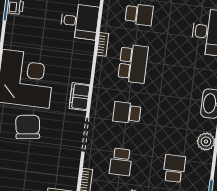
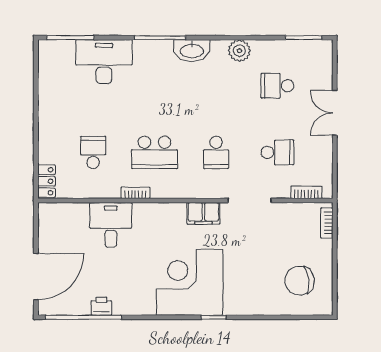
school desk: (133, 64) -> (155, 152), turned 180
chair: (28, 127) -> (300, 281), moved

